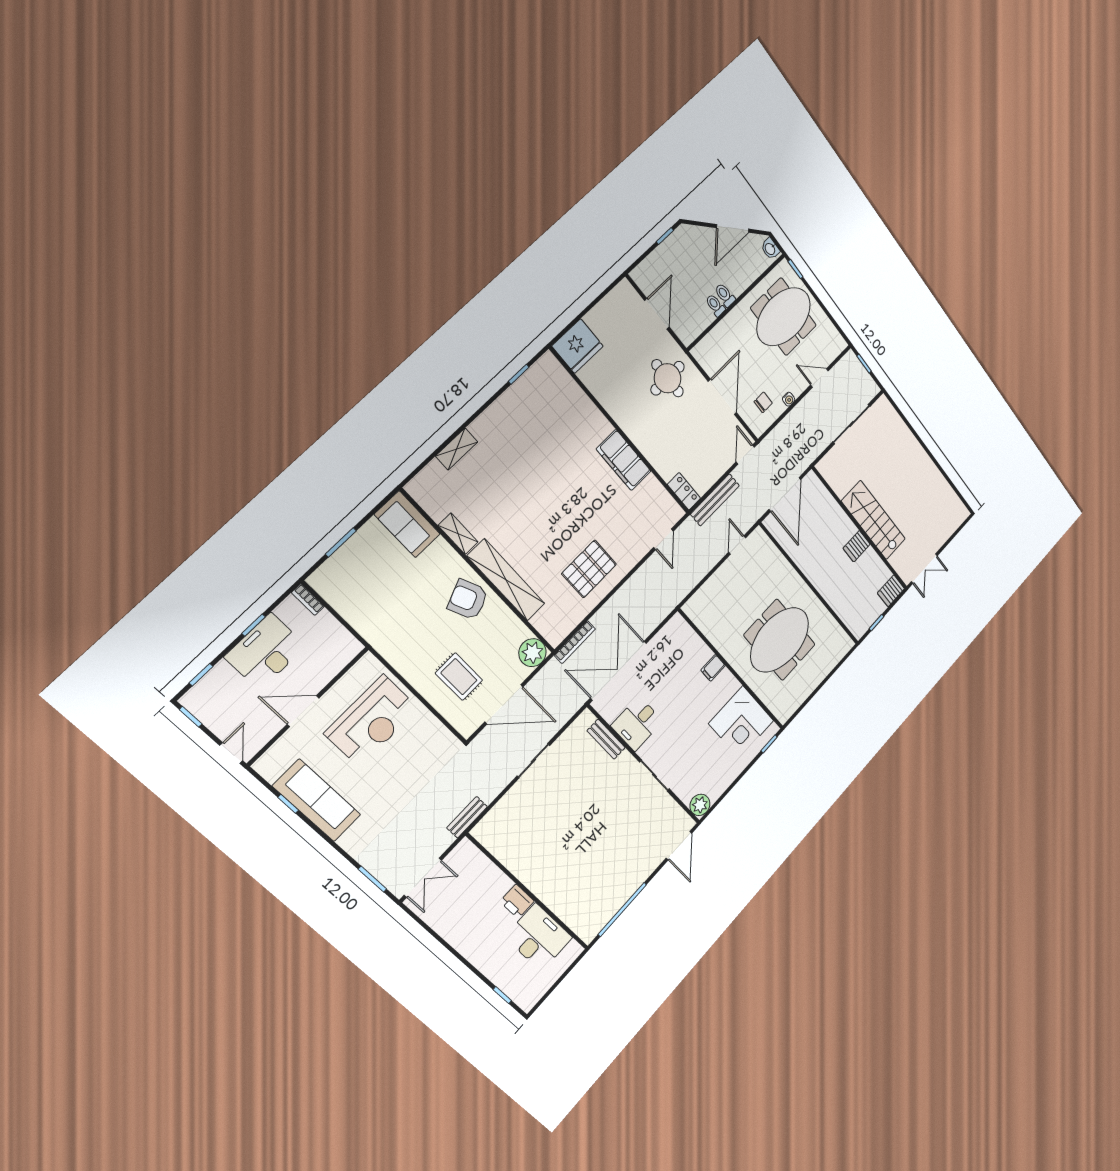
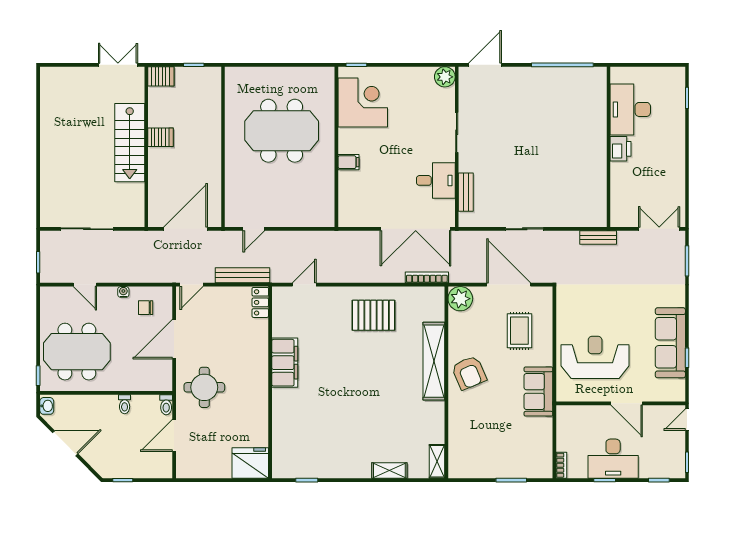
toilet: (725, 295) -> (166, 405), moved
sofa: (407, 524) -> (538, 392), moved, turned 180
shelving: (458, 534) -> (437, 461), moved

